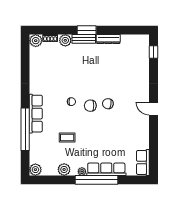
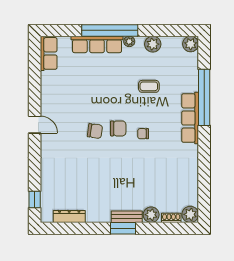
dresser: (108, 39) -> (69, 216), moved

